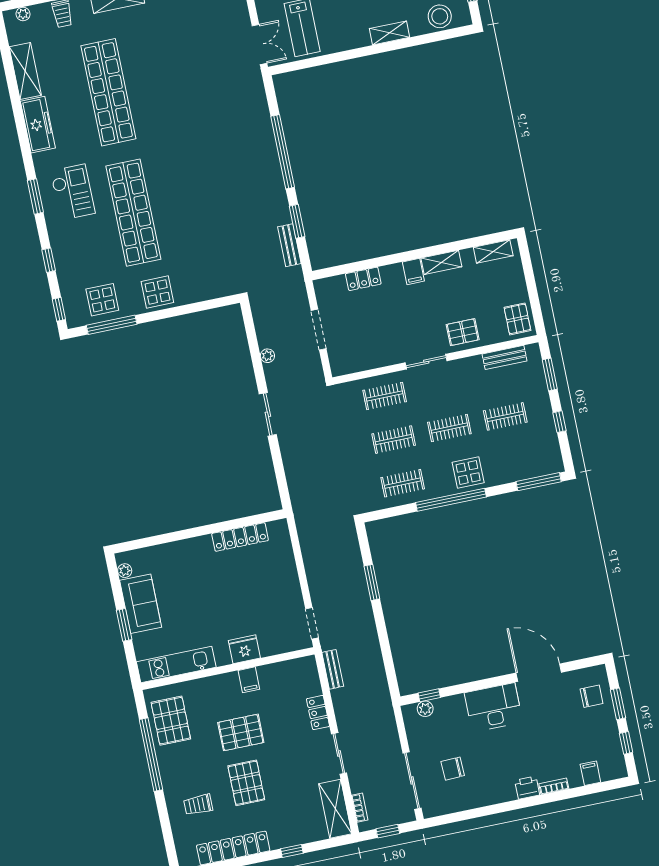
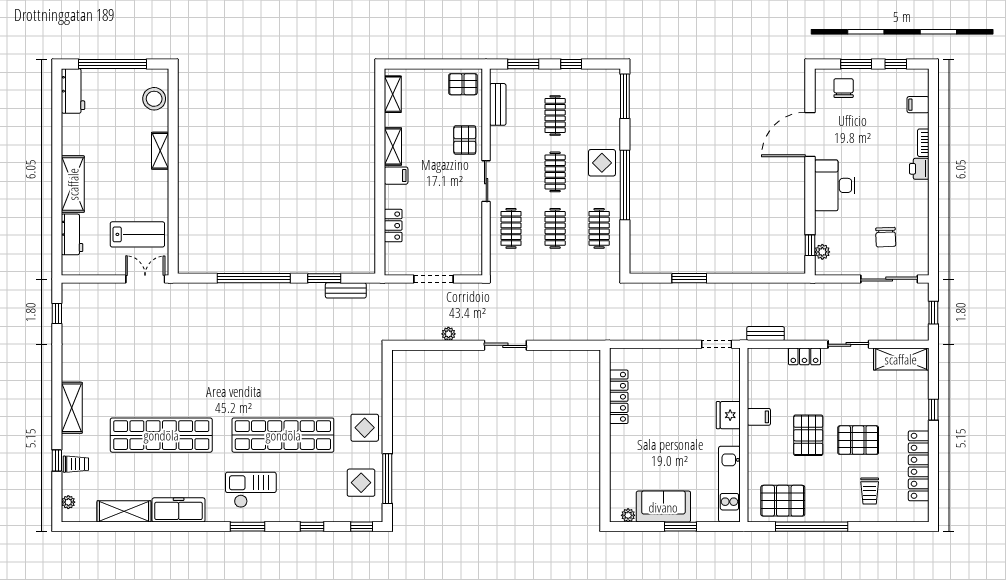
bookcase: (360, 808) -> (905, 335), removed

